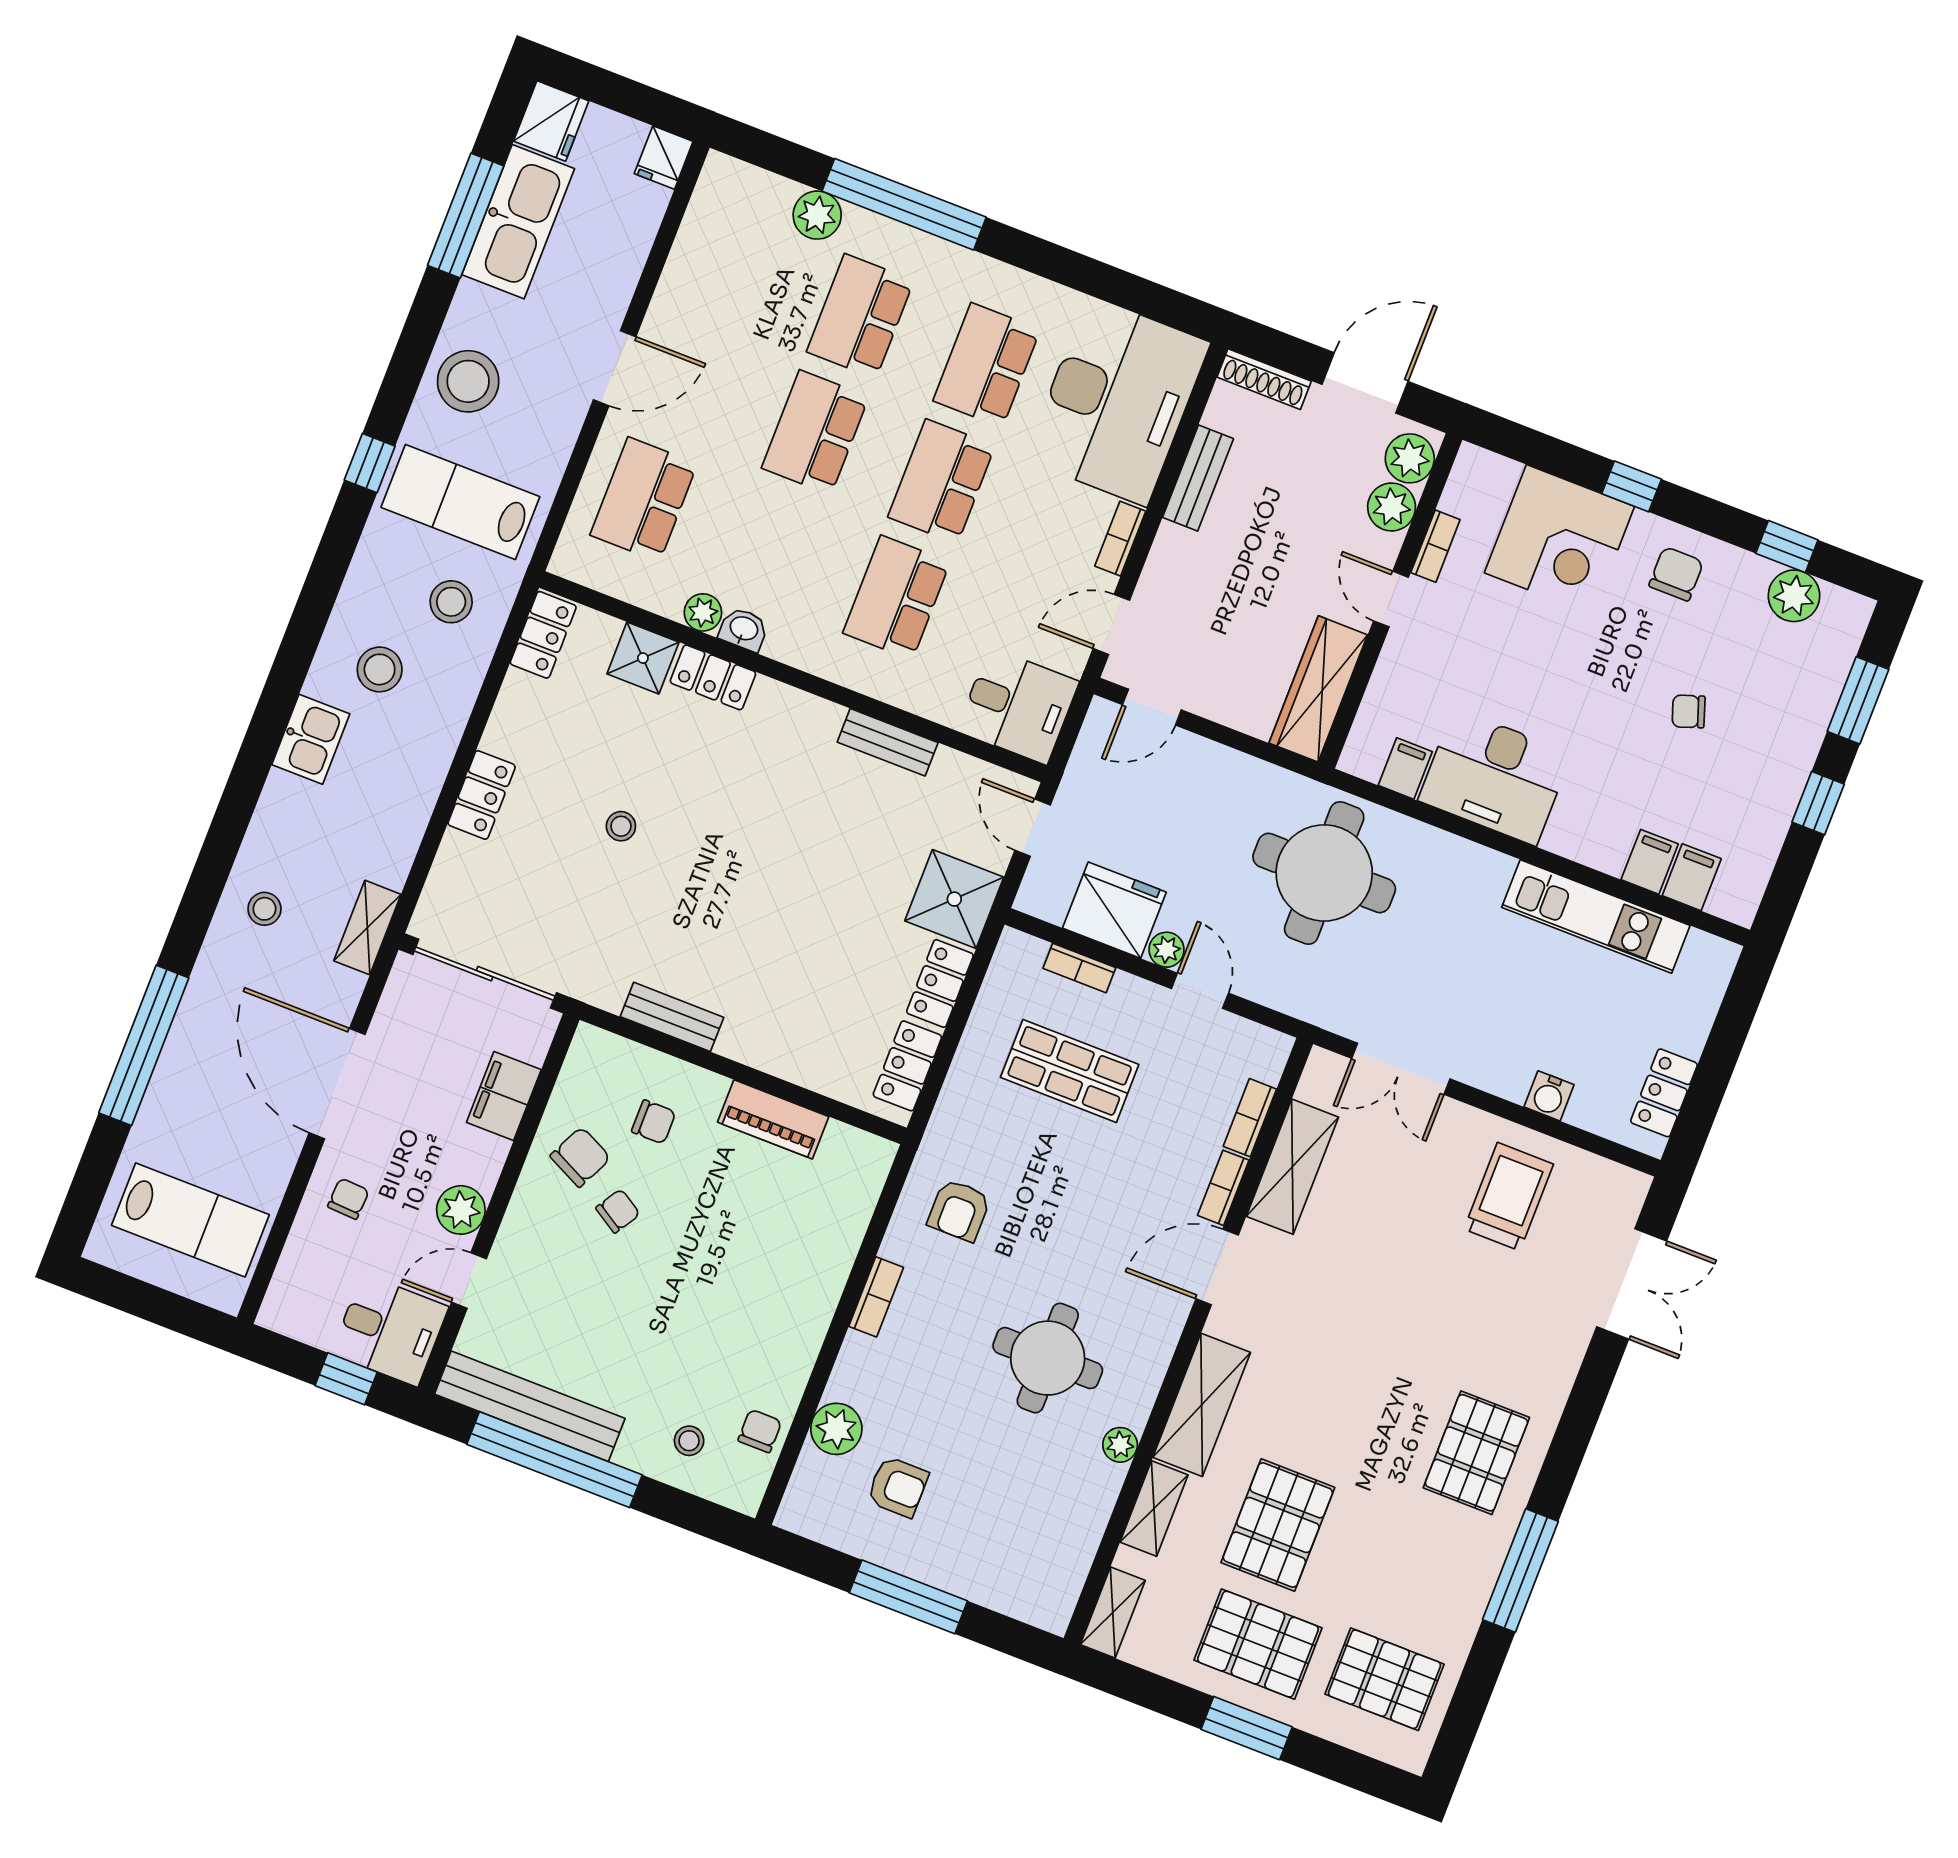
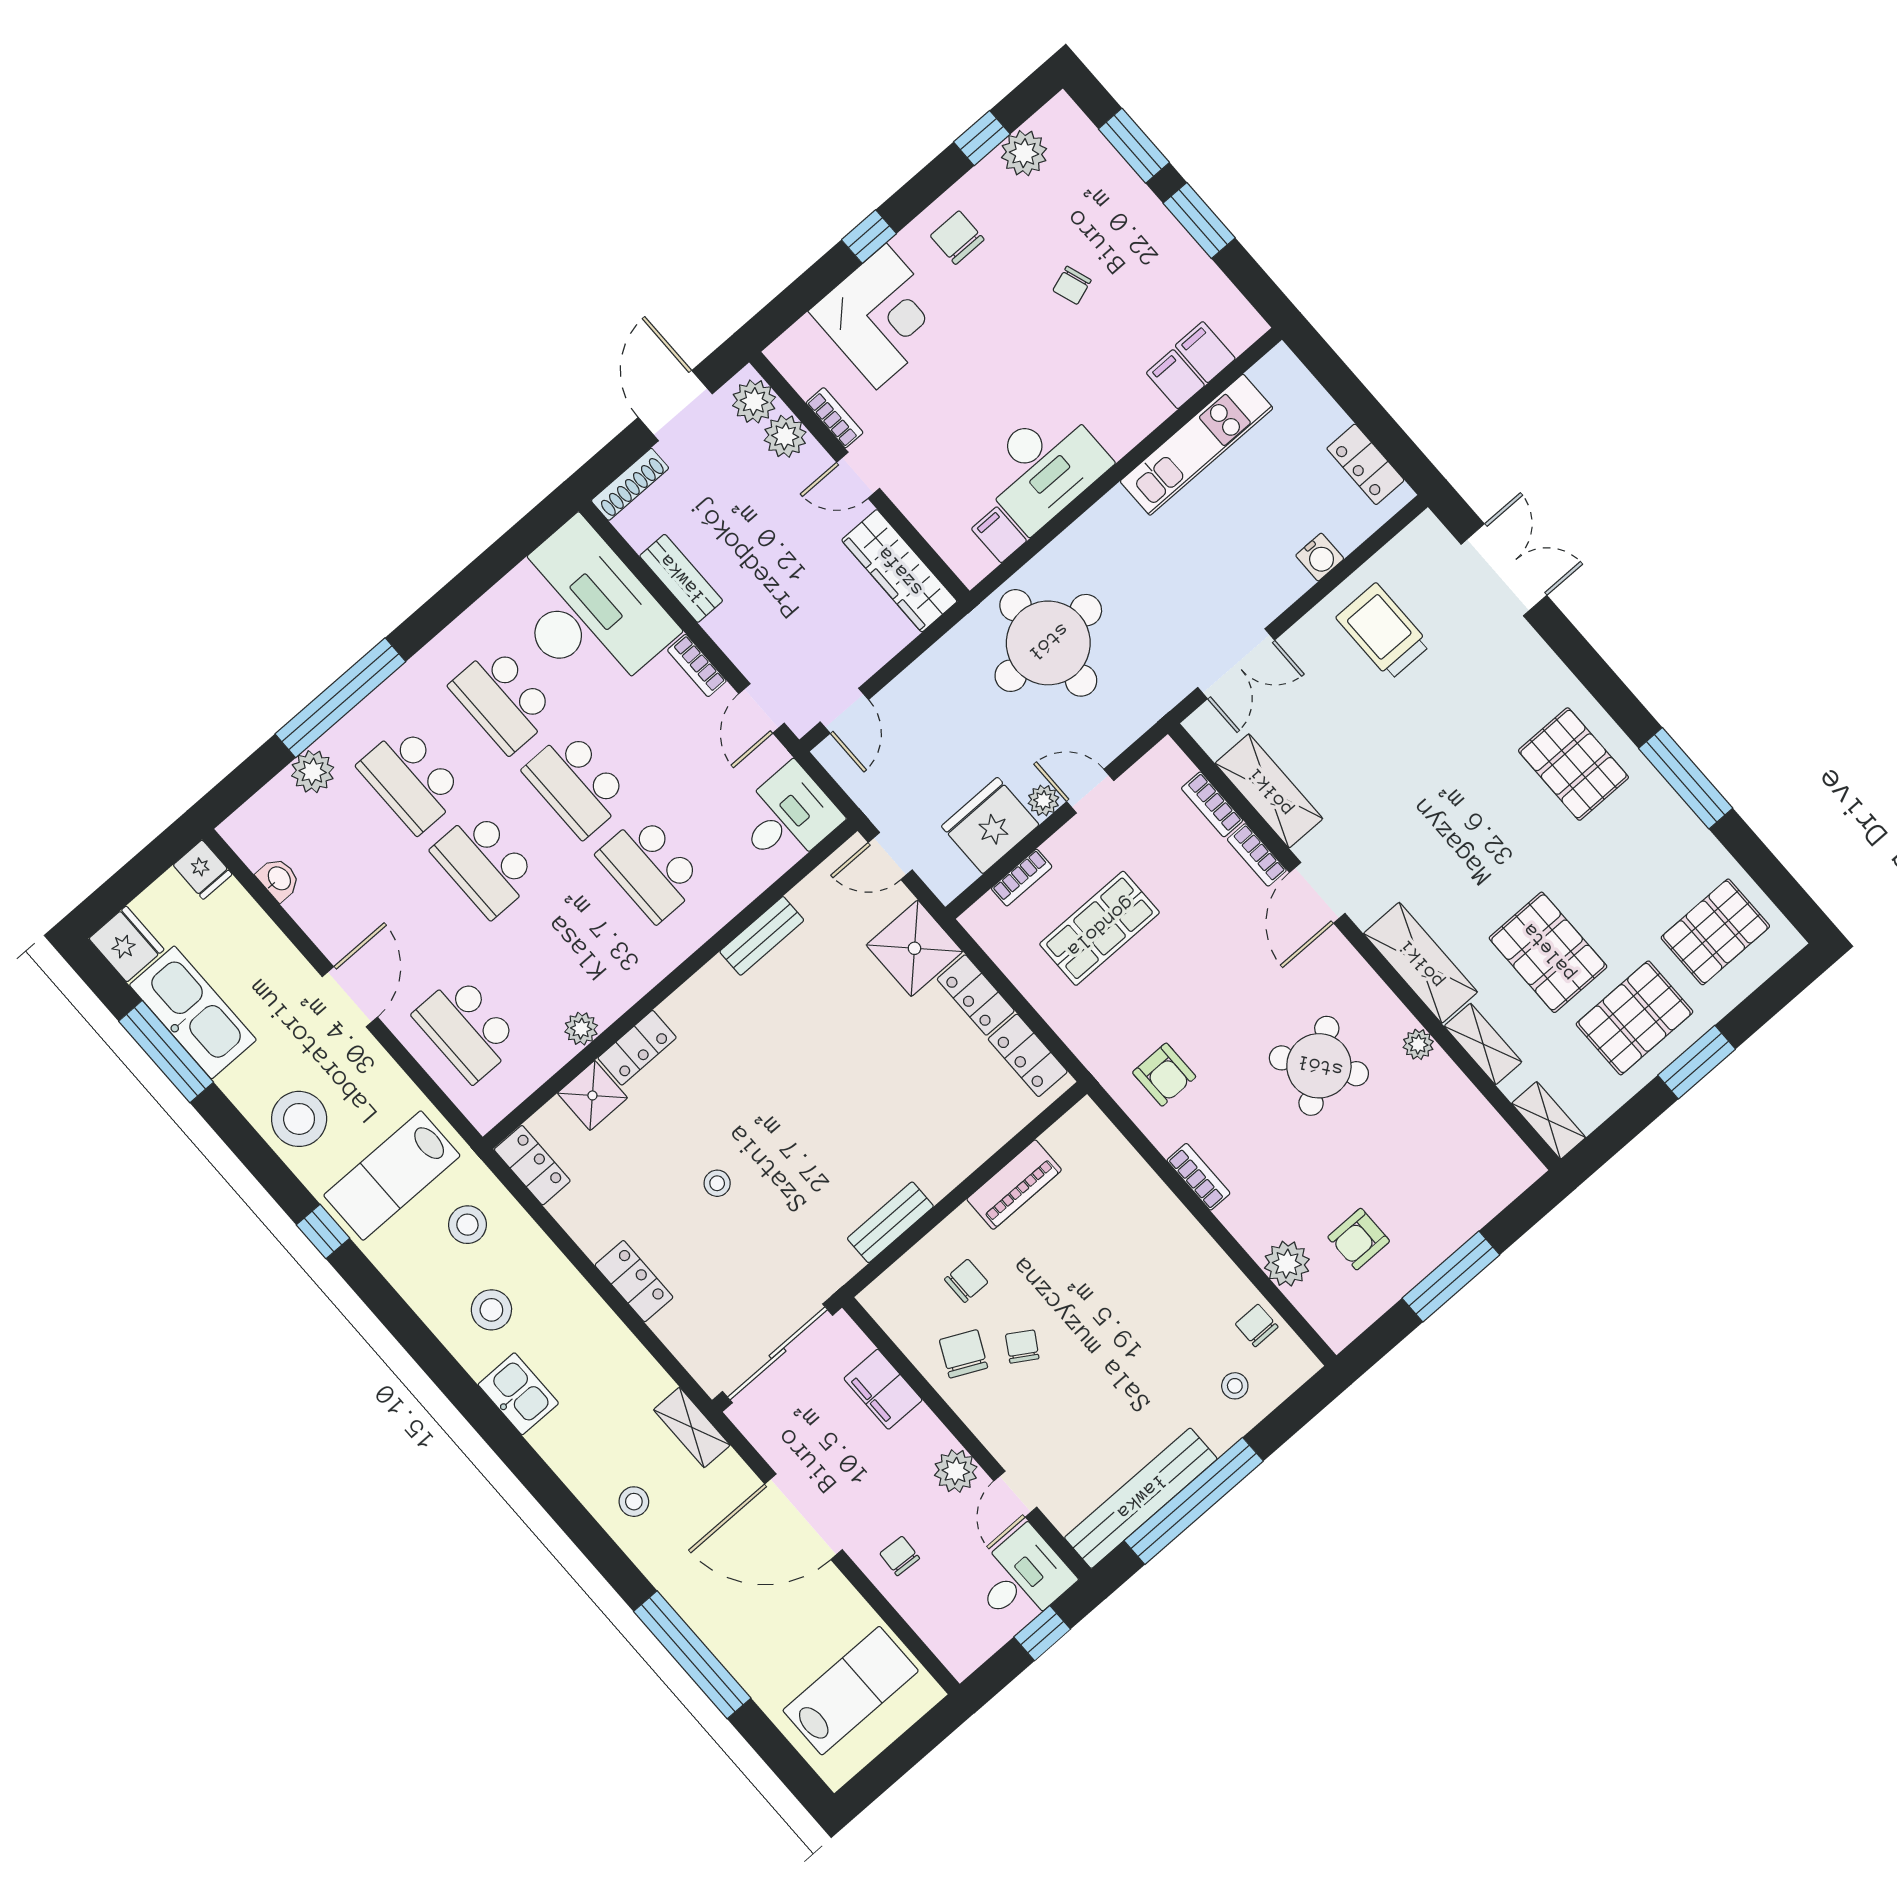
washbasin: (744, 629) -> (279, 879), moved, turned 90
window: (1818, 803) -> (1199, 220), width x1.50
round table: (1048, 1358) -> (1319, 1066), turned -37
armchair: (898, 1487) -> (1359, 1239), turned 180

